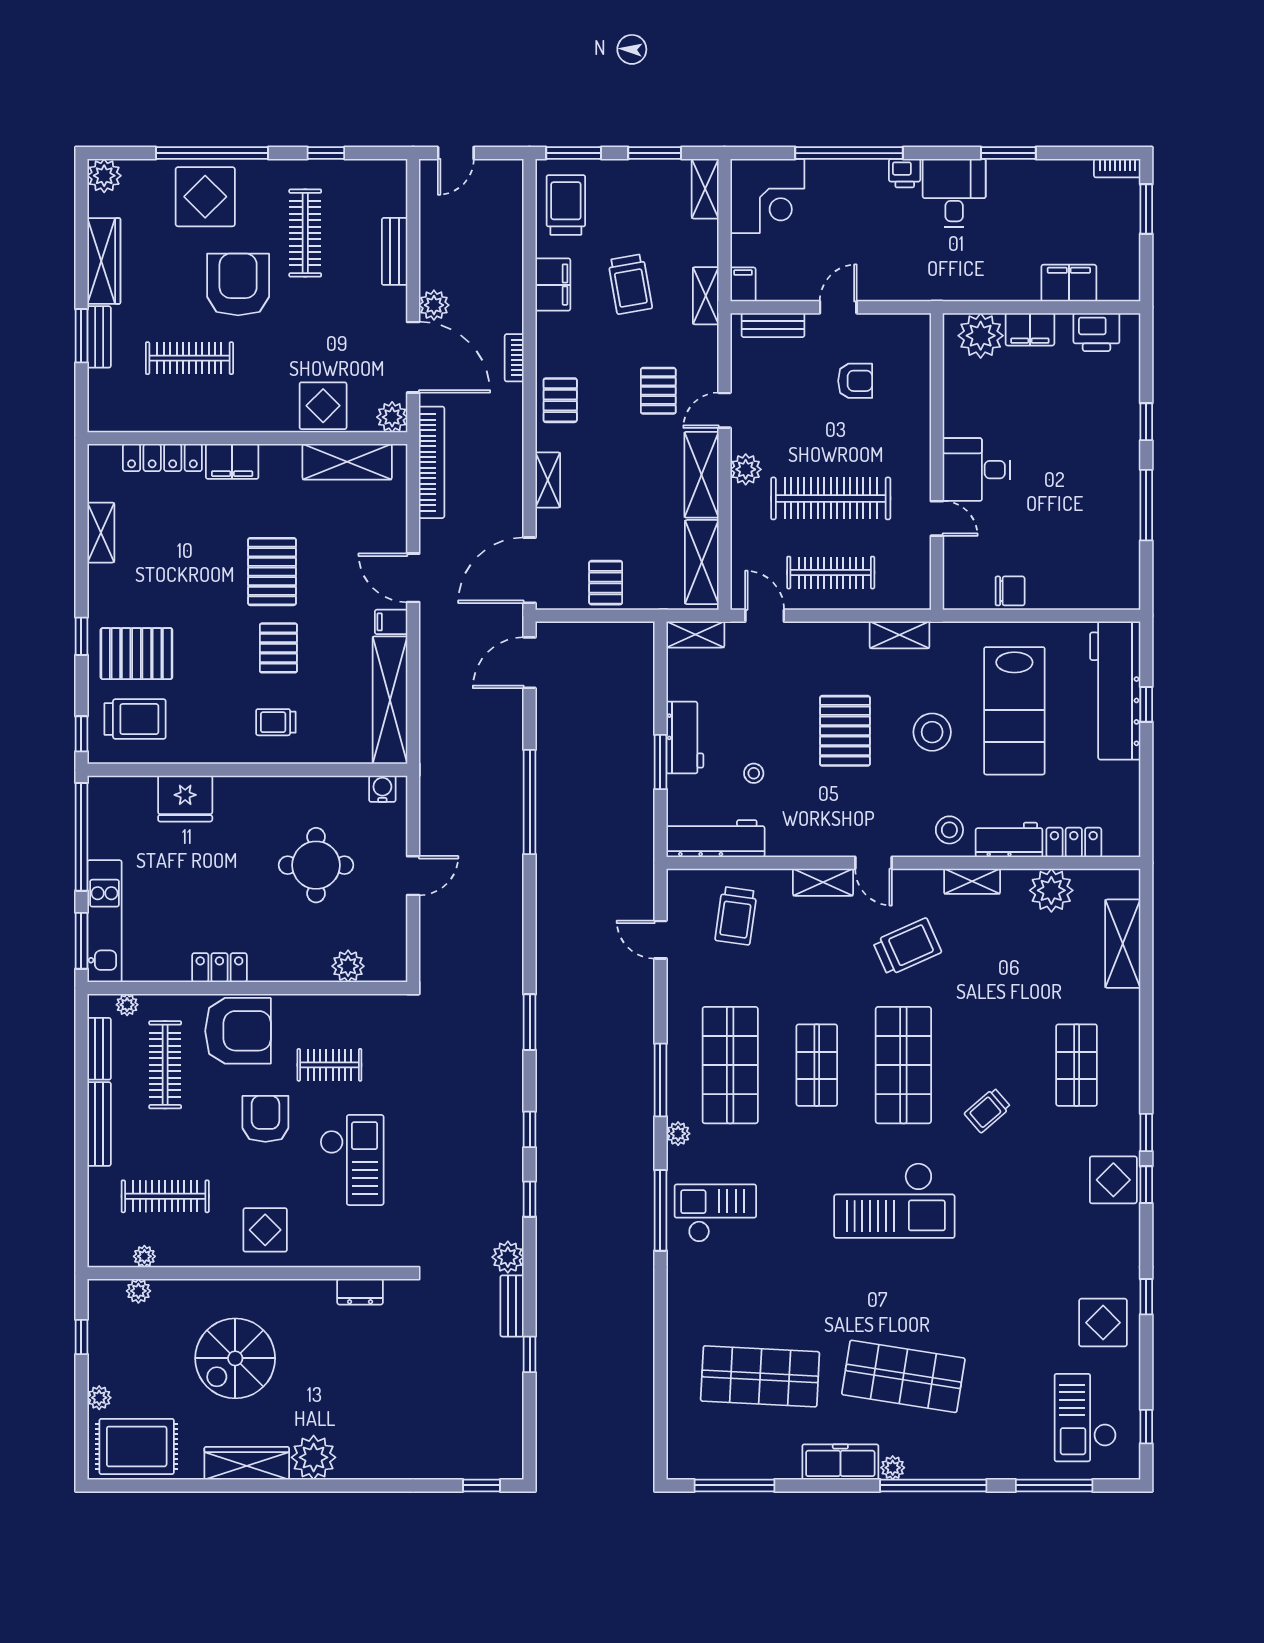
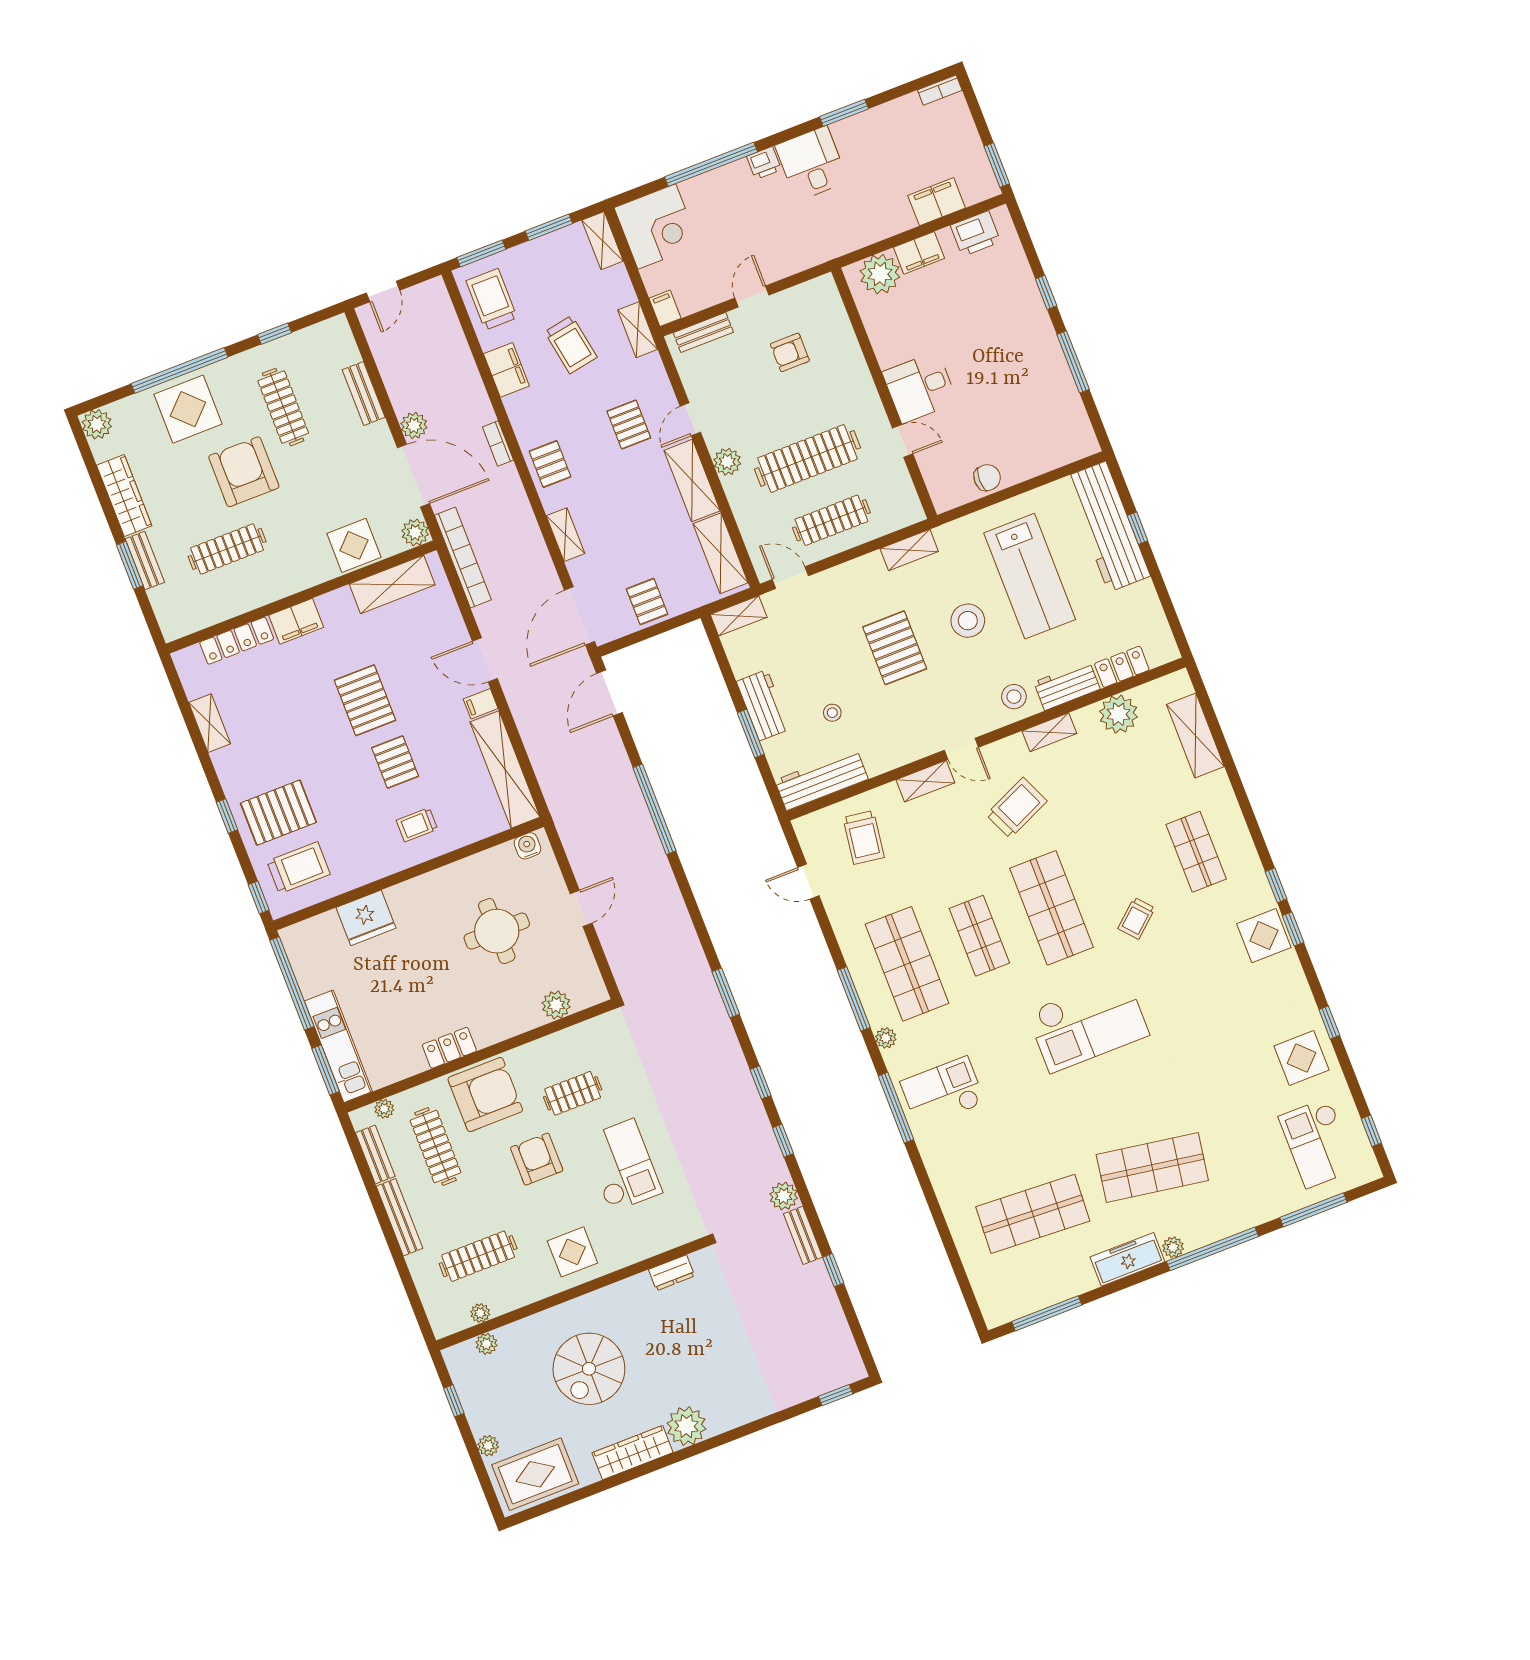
window: (1146, 209) -> (997, 165), moved
armchair: (855, 381) -> (790, 352), turned 180

